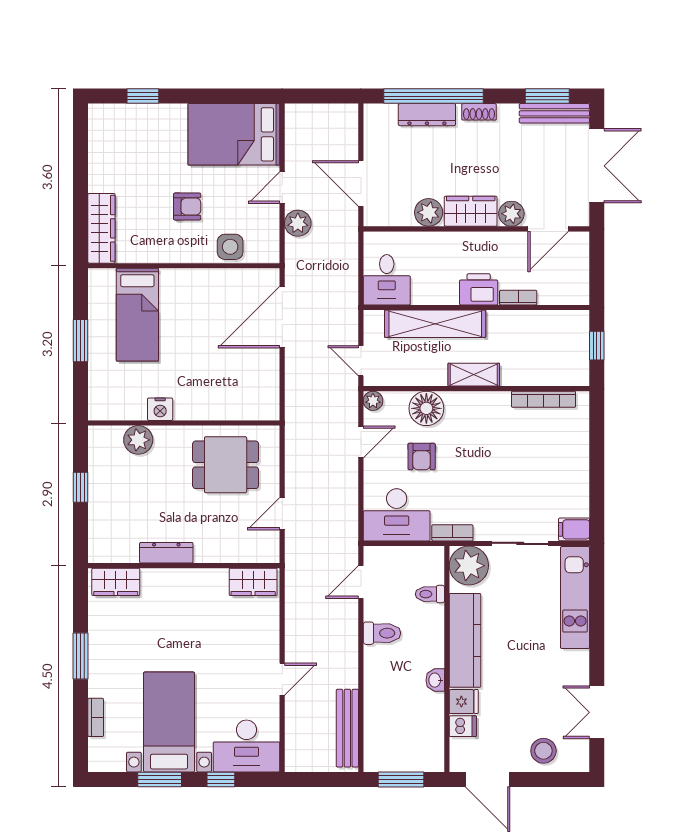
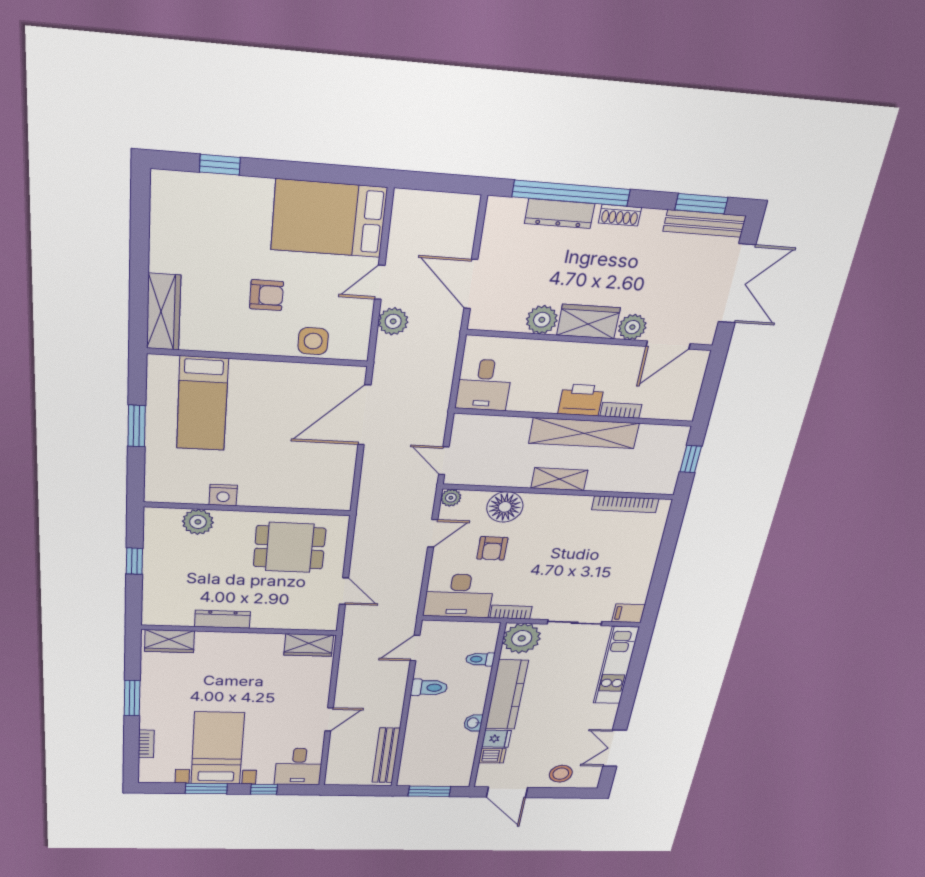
shelving: (435, 324) -> (584, 433), moved
door: (282, 514) -> (344, 591), swing flipped
desk: (246, 746) -> (299, 767), width x0.73

